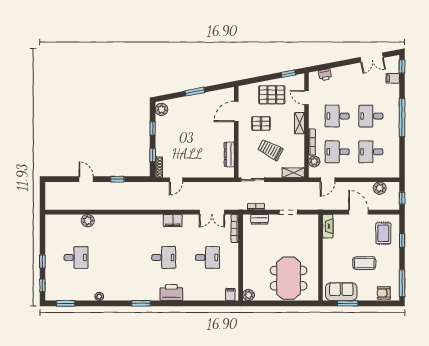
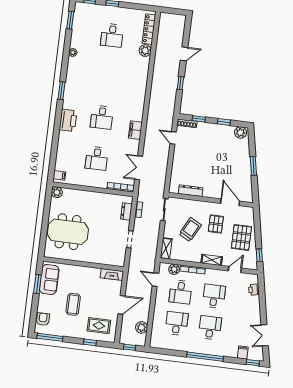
desk: (337, 152) -> (180, 292), turned 180
locker: (65, 220) -> (149, 29), added

